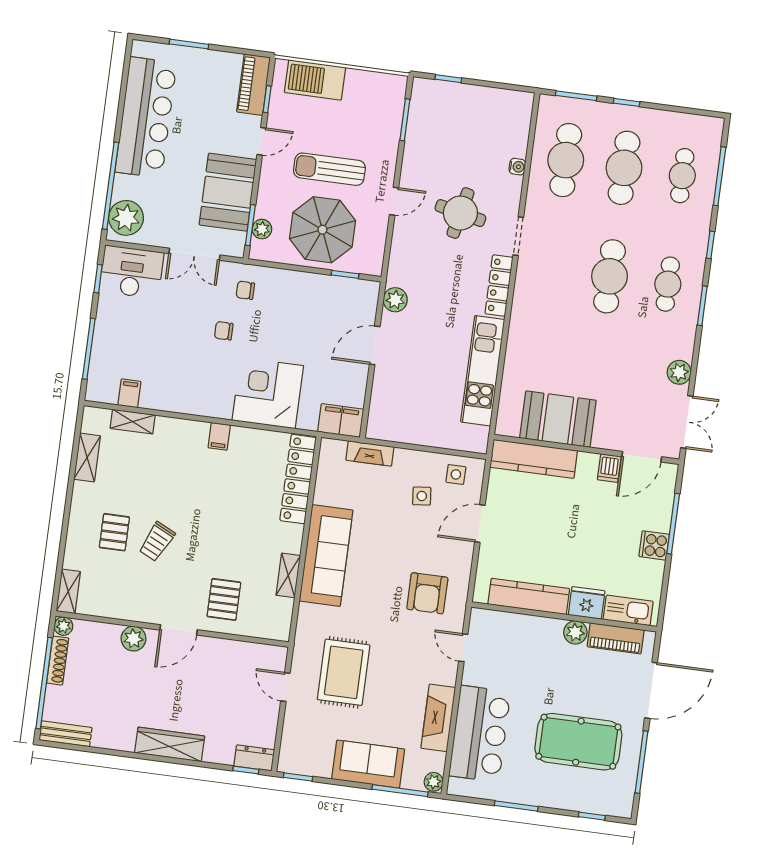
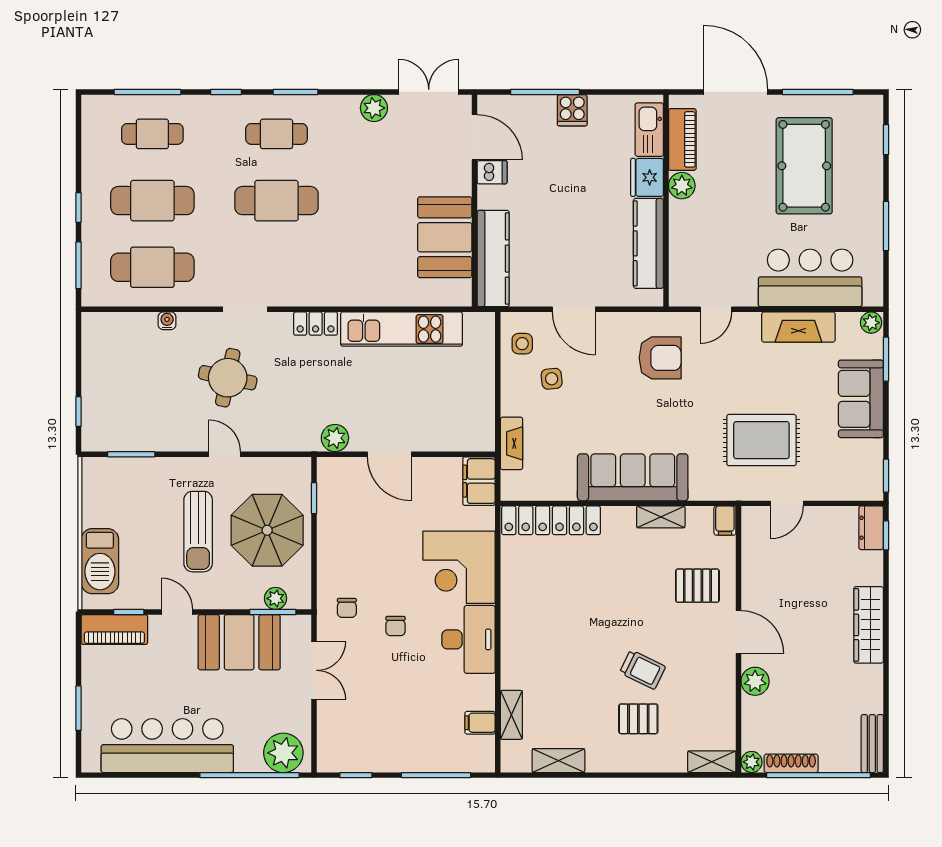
desk: (131, 272) -> (468, 639), moved, turned 180
locker: (499, 286) -> (316, 324), width x0.66
filing cabinet: (219, 436) -> (725, 521), moved, turned 90
window: (400, 791) -> (886, 359), width x0.69

